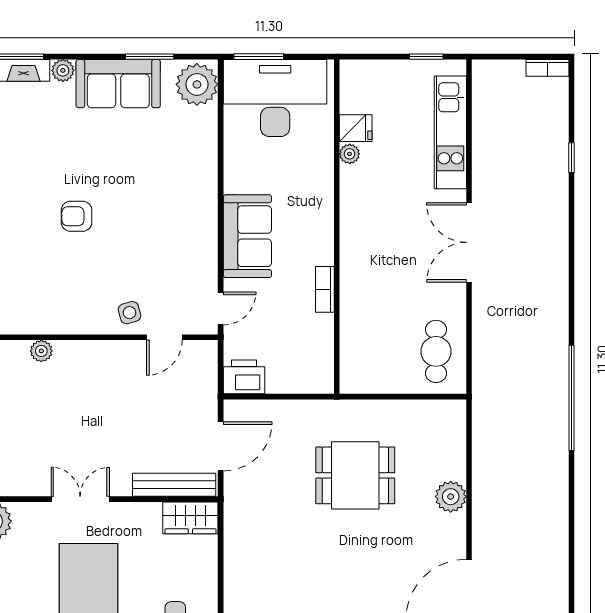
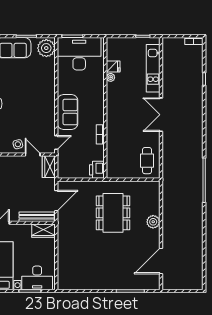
door: (164, 337) -> (33, 155), swing flipped
wardrobe: (203, 366) -> (49, 167), added
printer: (244, 377) -> (97, 170), moved, turned -90
dining table: (355, 475) -> (113, 213), width x1.37

